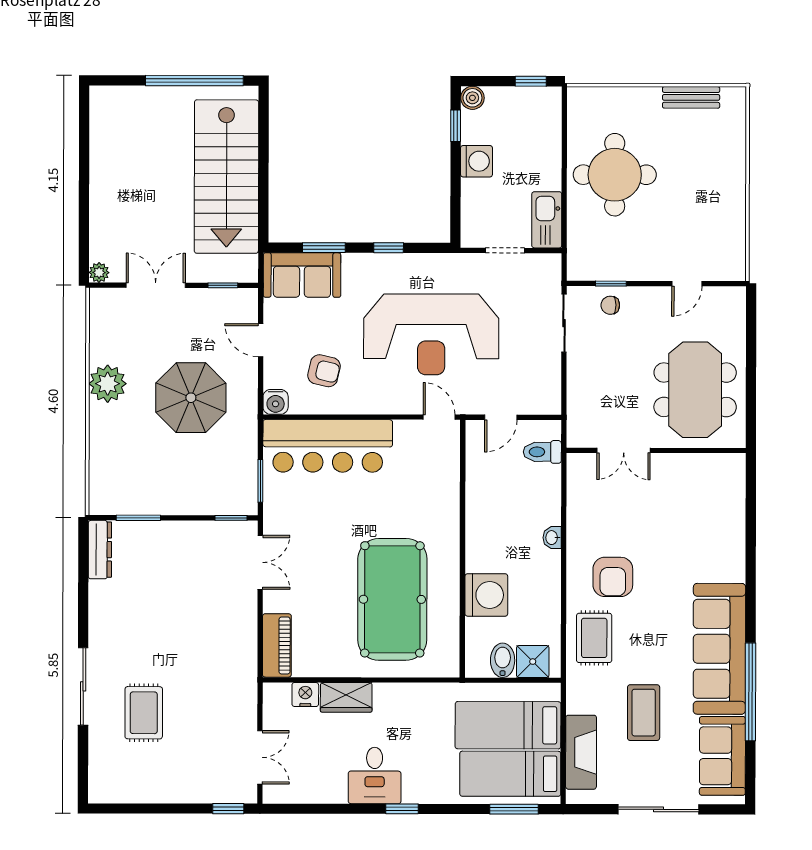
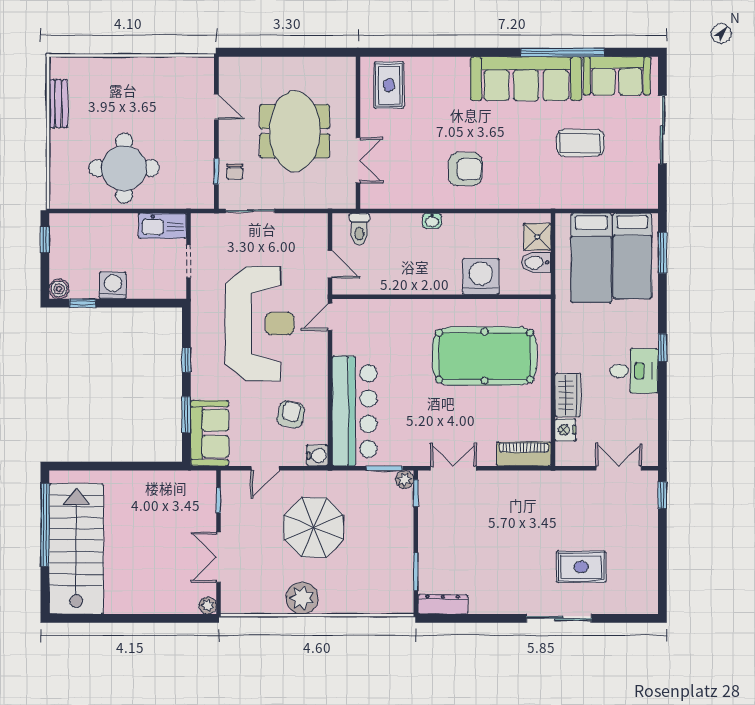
stairs: (226, 177) -> (76, 549), moved, turned -90
meeting table: (695, 390) -> (295, 131), moved, turned 90
plant: (247, 505) -> (405, 479), added
rug: (594, 638) -> (389, 85), moved, turned 90
fireplace: (581, 752) -> (614, 196), removed

